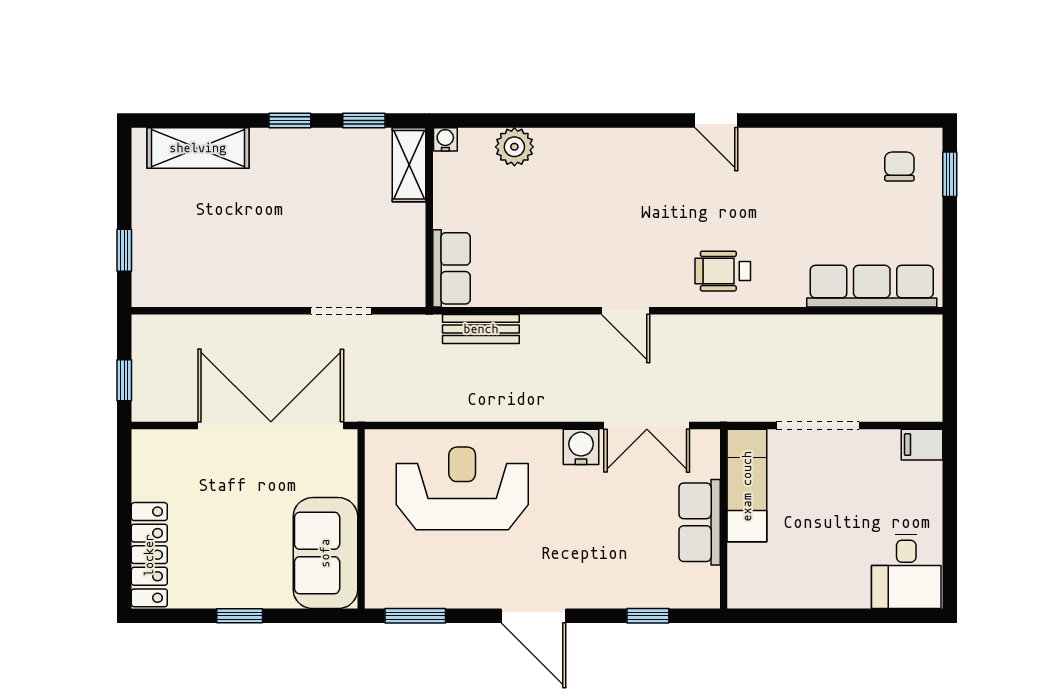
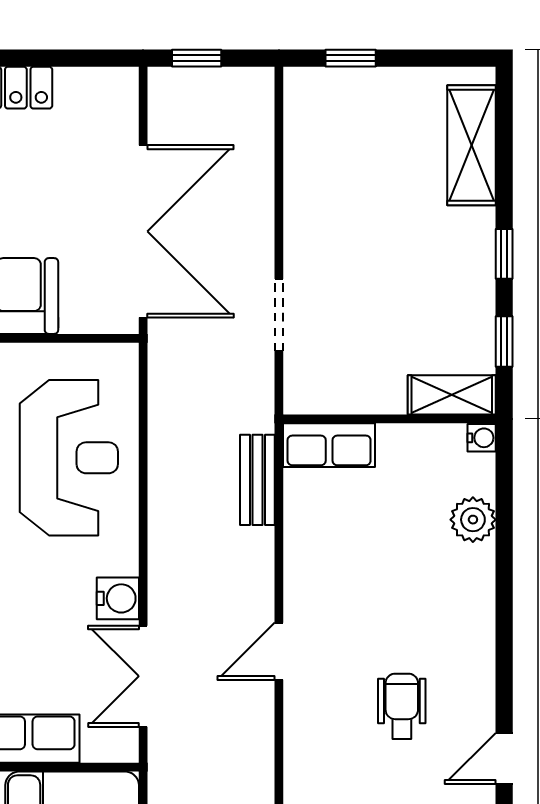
wheelchair: (723, 271) -> (402, 706), moved

